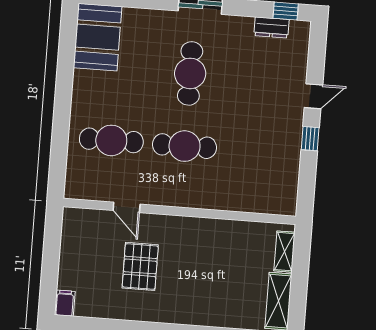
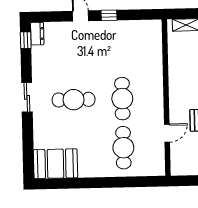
dresser: (272, 27) -> (37, 34), moved

